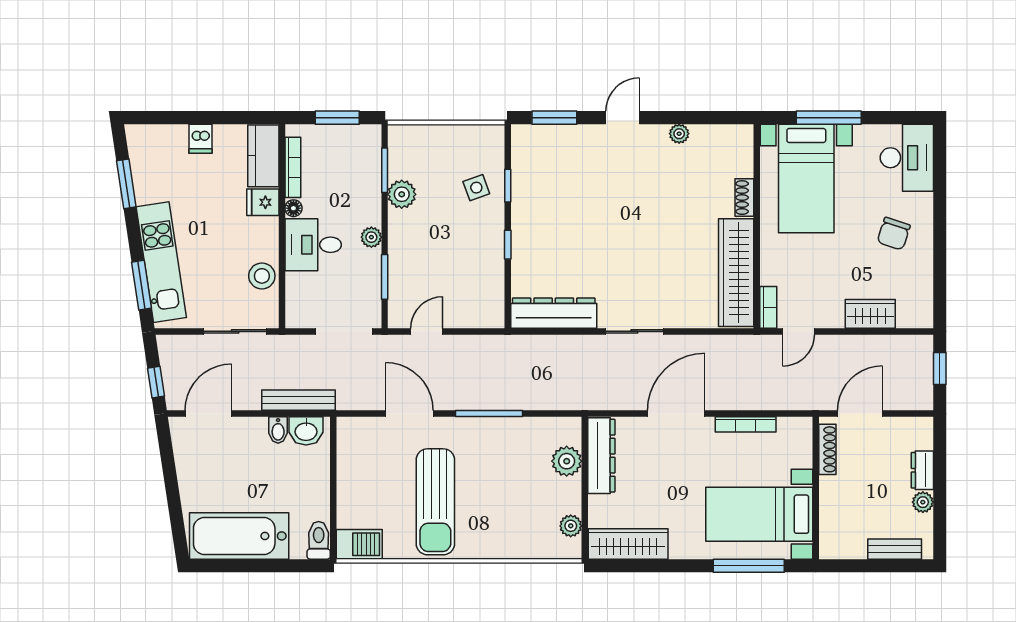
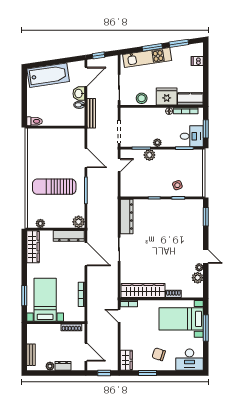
door: (623, 118) -> (206, 257), moved
plant: (705, 138) -> (198, 278), added
dishwasher: (200, 139) -> (197, 61), moved
plant: (402, 194) -> (149, 155), moved
fridge: (263, 202) -> (167, 97), width x1.88, depth x1.34
desk: (313, 245) -> (192, 136), moved, turned 90
window: (940, 261) -> (148, 373), added
window: (141, 285) -> (152, 47), moved
wardrobe: (870, 314) -> (126, 360), moved
door: (427, 331) -> (119, 165), hinge flipped
door: (208, 414) -> (86, 77), hinge flipped
door: (409, 414) -> (86, 158), hinge flipped
door: (676, 414) -> (86, 254), moved
door: (860, 414) -> (86, 352), moved
washbasin: (306, 431) -> (79, 94), moved
plant: (567, 461) -> (79, 222), moved
sun lounger: (435, 502) -> (54, 187), moved
bathtub: (239, 536) -> (48, 75), moved, turned 81
barbecue: (359, 544) -> (33, 138), removed
window: (749, 566) -> (24, 296), width x0.69

